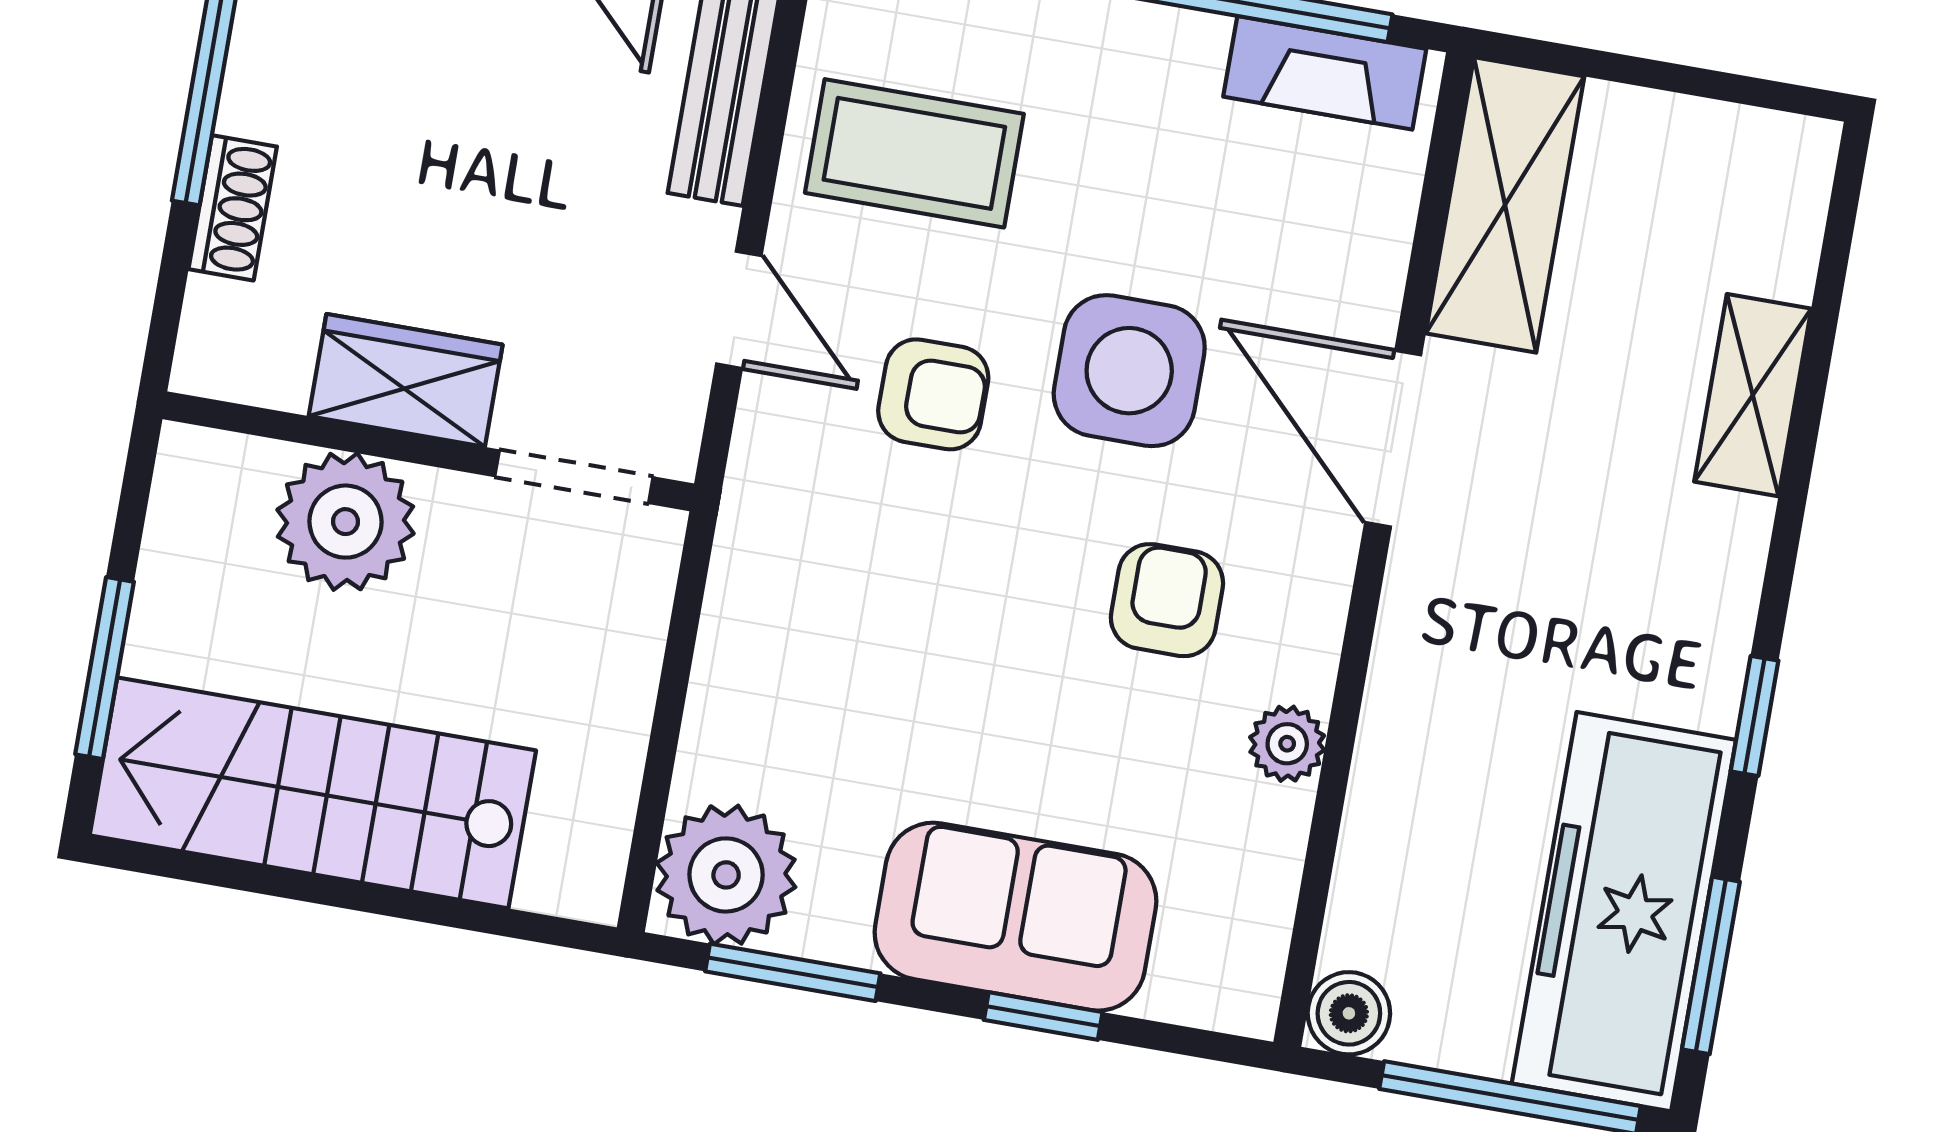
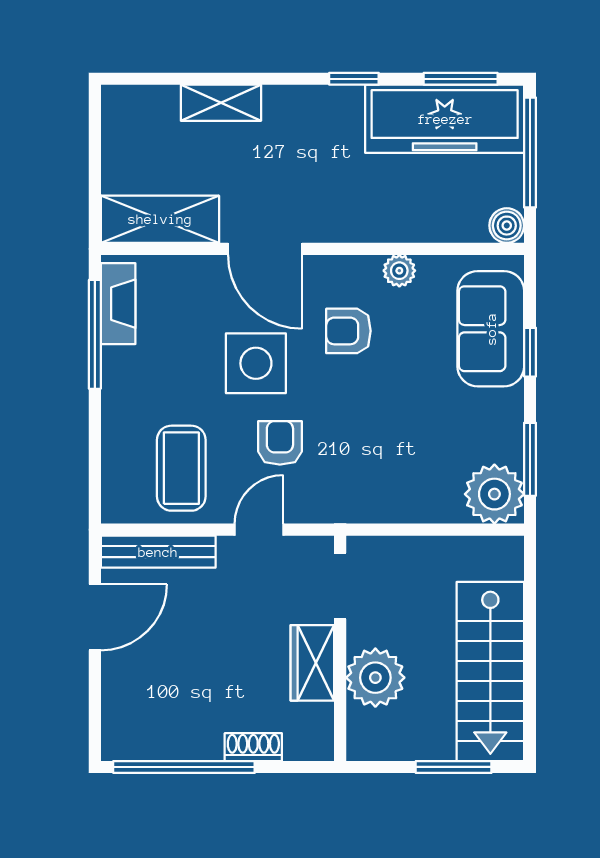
door: (1393, 439) -> (265, 249), hinge flipped
sofa: (1015, 917) -> (491, 329), moved

